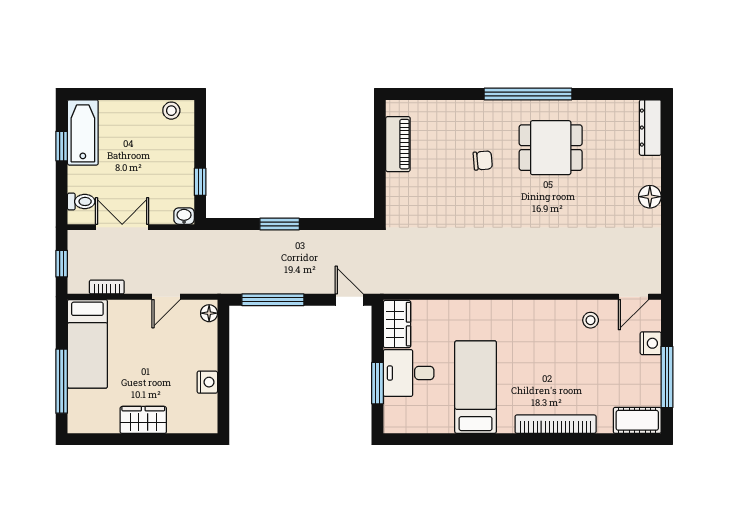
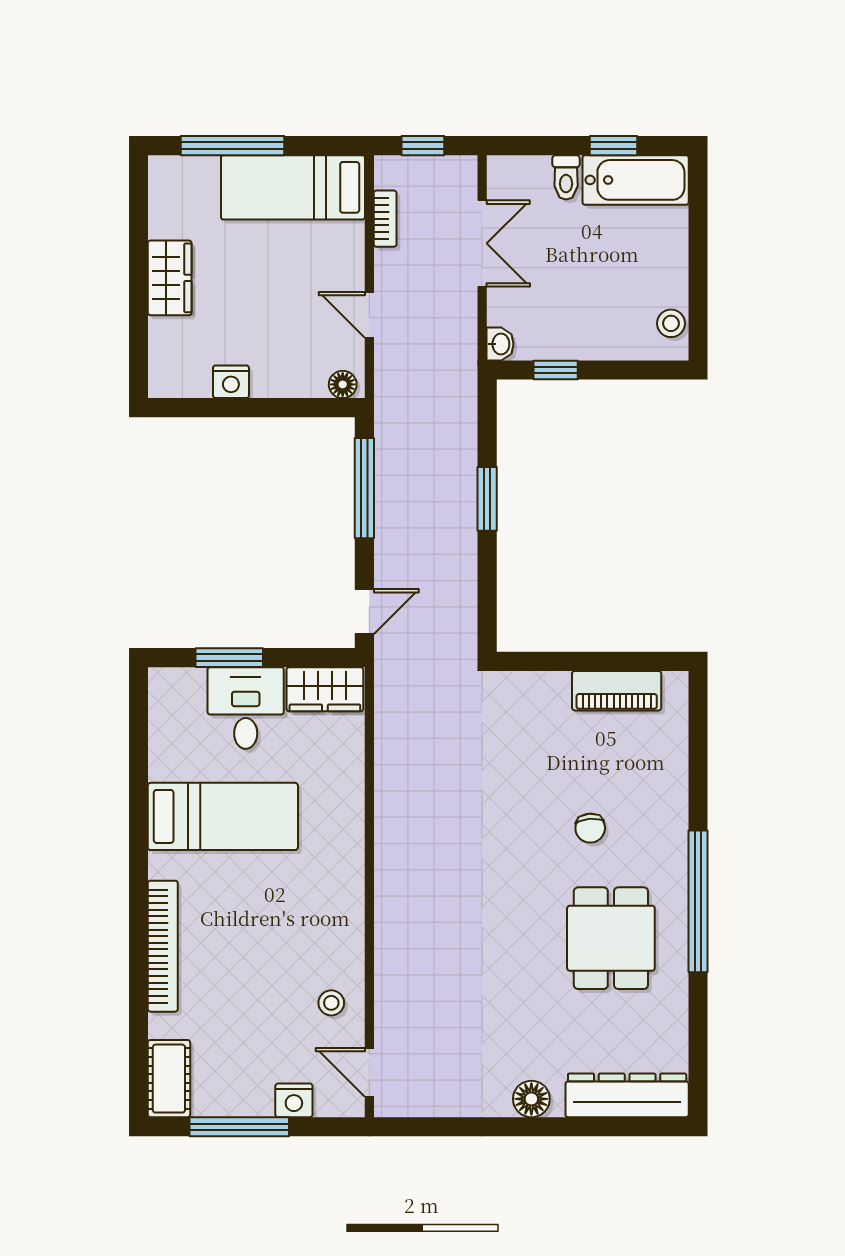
dresser: (650, 128) -> (627, 1095), width x1.37, depth x1.24
toilet: (81, 201) -> (566, 177), moved

